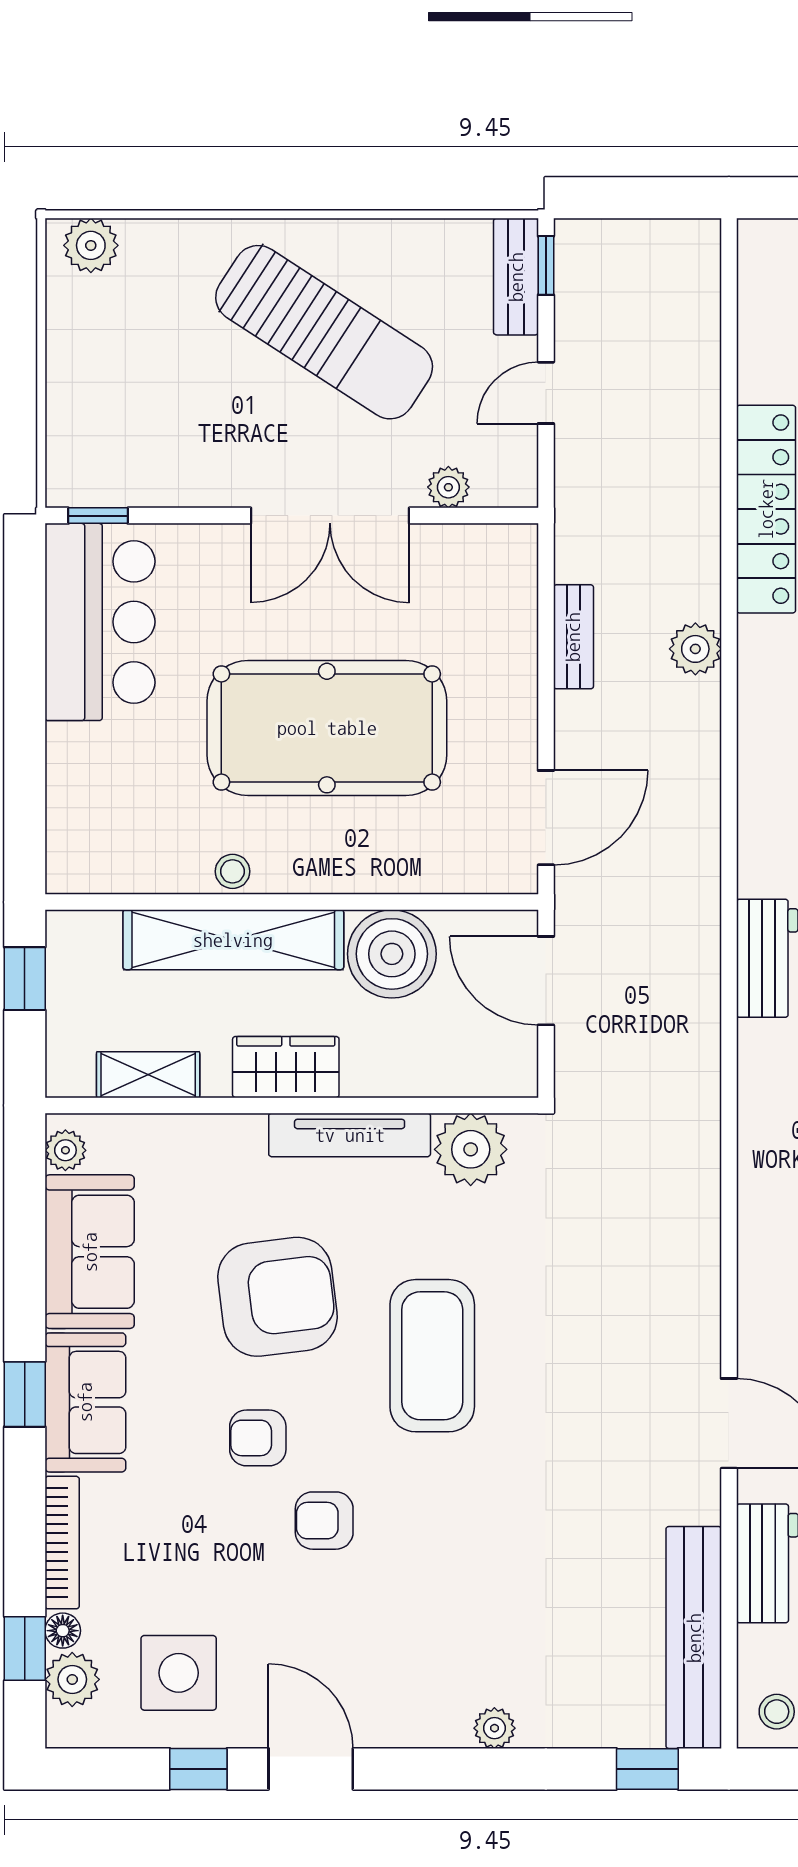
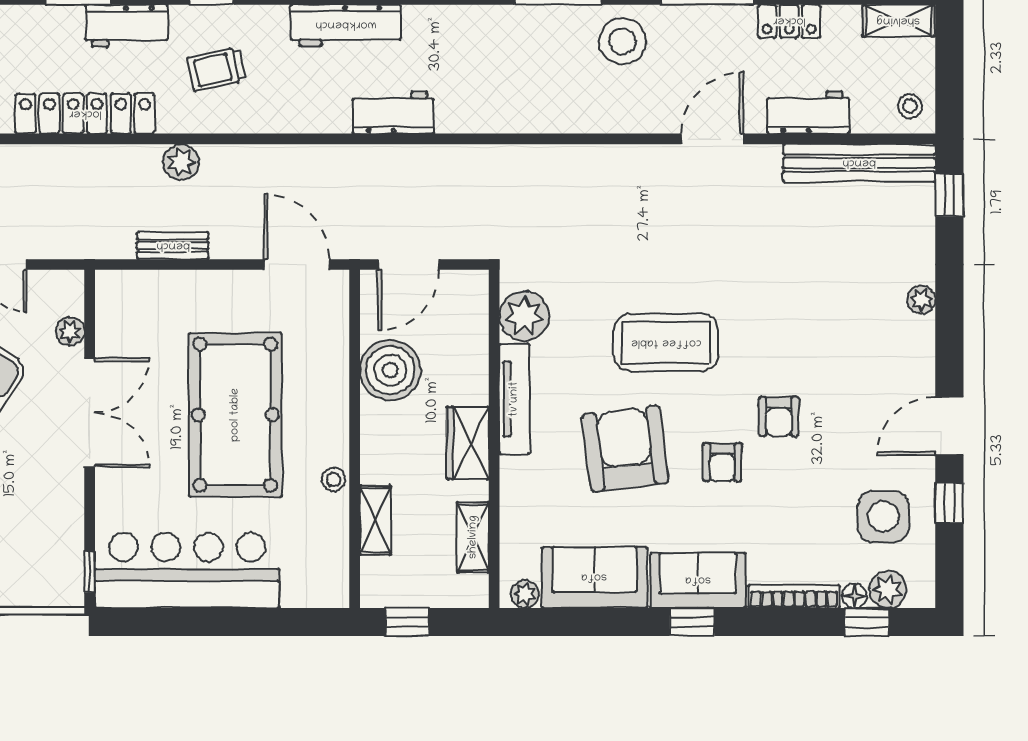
bar counter: (100, 622) -> (187, 570), width x1.36
shelving: (233, 940) -> (375, 520), width x0.45, depth x0.75

